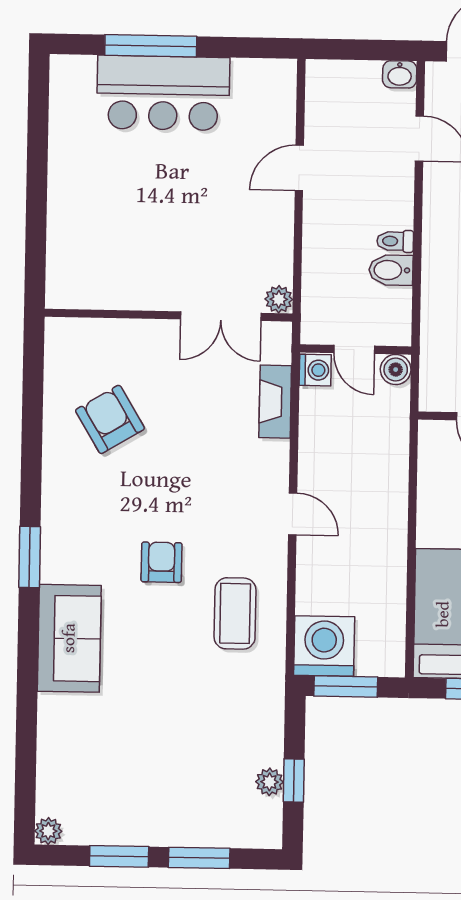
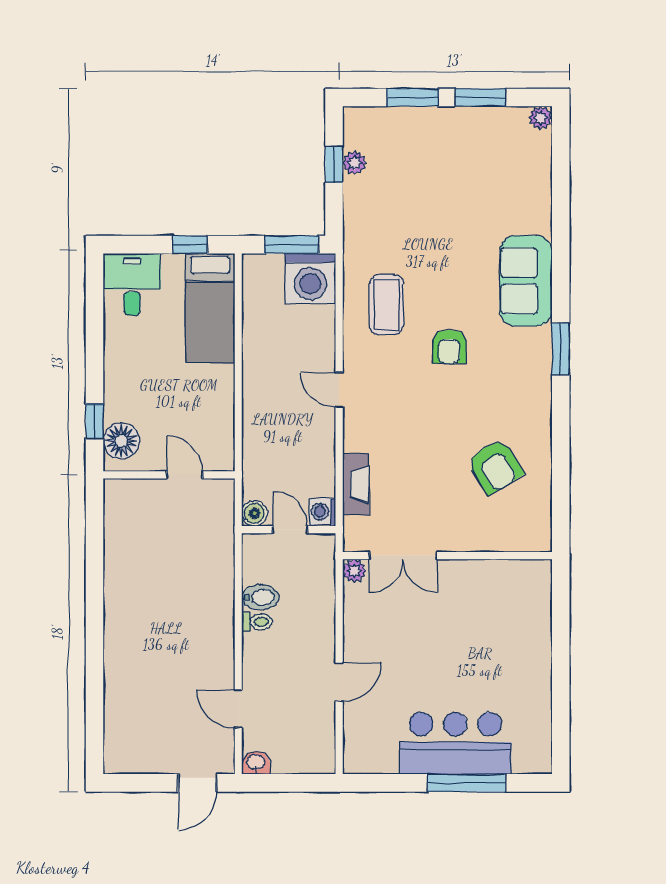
double door: (221, 316) -> (403, 556), swing flipped

